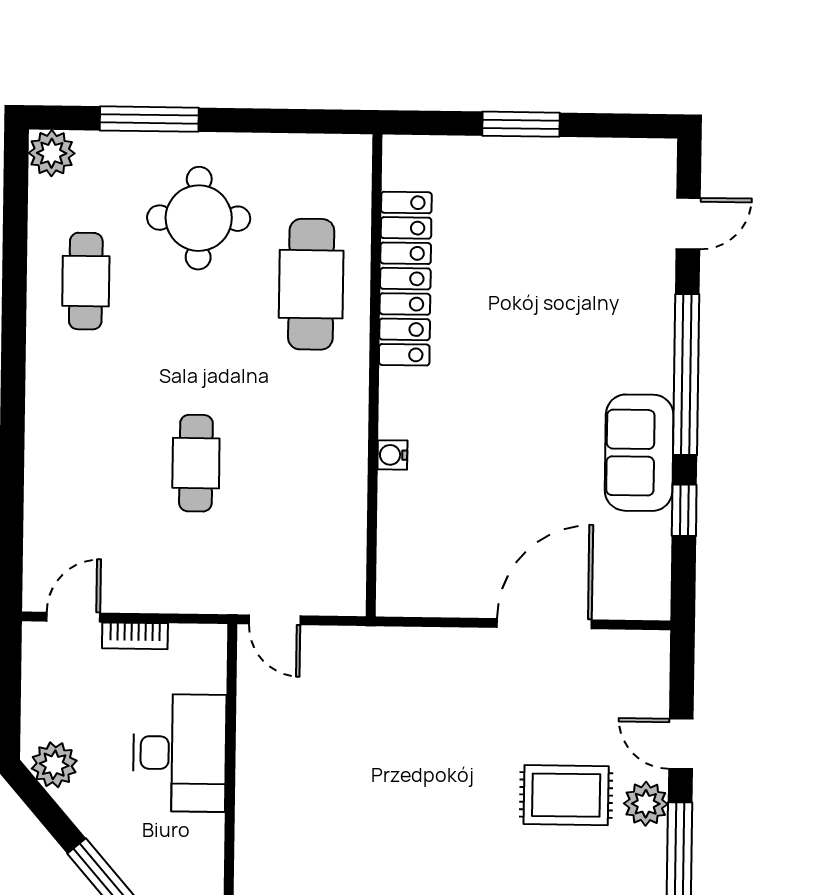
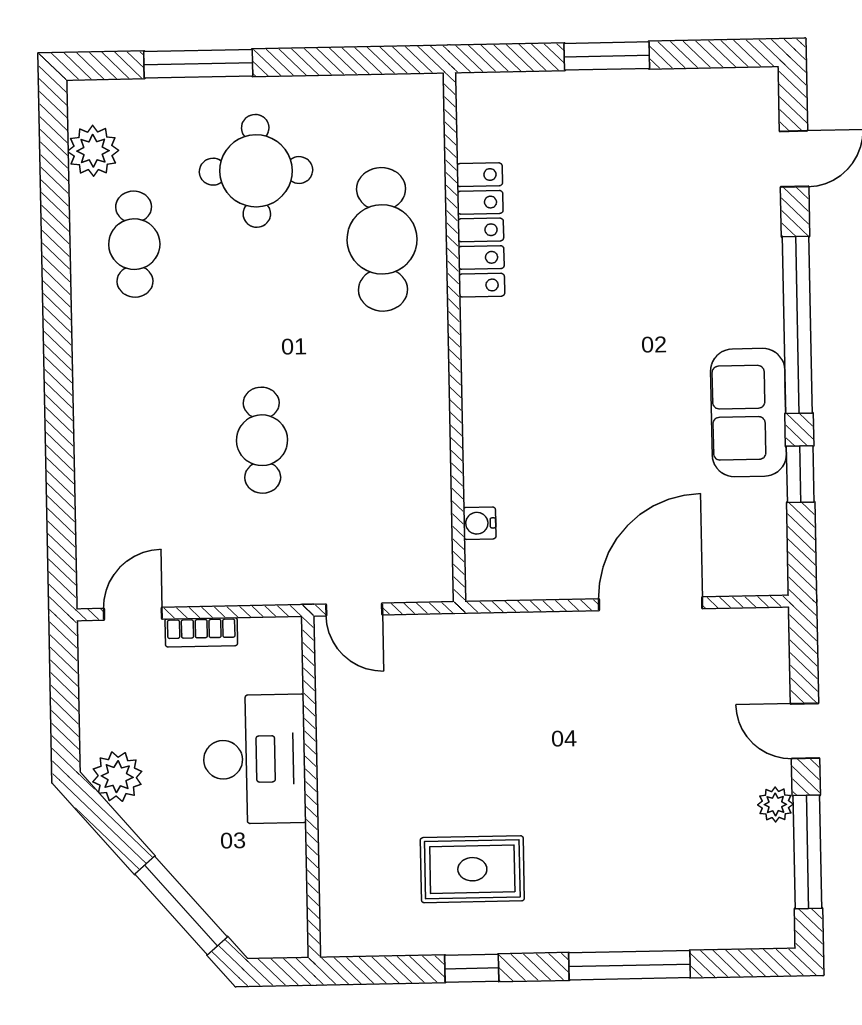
plant: (52, 153) -> (93, 151), moved
locker: (405, 279) -> (481, 230), width x0.71, depth x0.83
water cooler: (392, 455) -> (479, 523), moved
rug: (566, 795) -> (472, 869), moved
plant: (646, 804) -> (775, 804), width x0.73, depth x0.73

